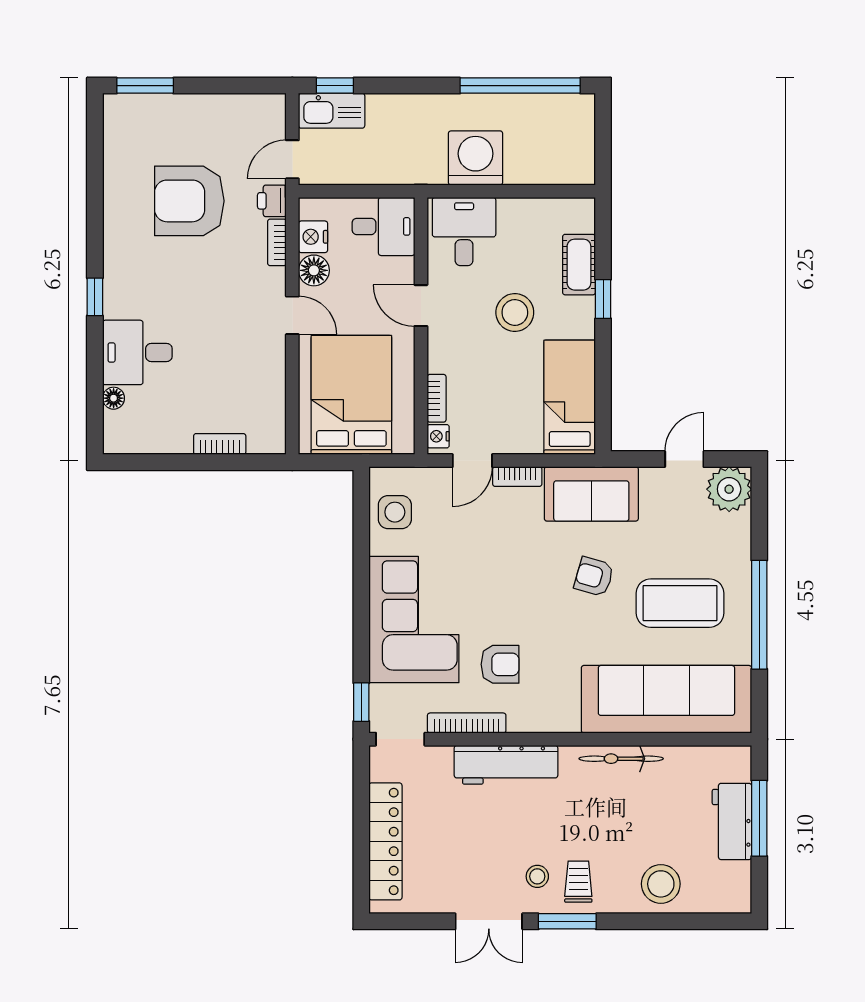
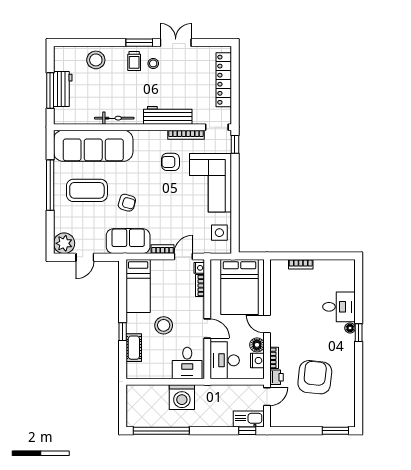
armchair: (189, 201) -> (315, 377), turned -84
desk: (383, 226) -> (225, 360), width x1.37
floor lamp: (114, 398) -> (350, 328), moved

